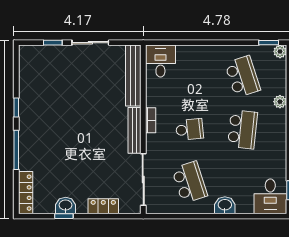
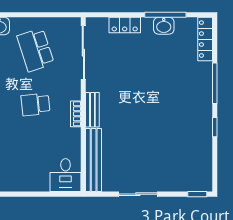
window: (53, 43) -> (197, 194), moved
bench: (134, 130) -> (92, 110), width x0.73
window: (64, 216) -> (165, 15), width x2.17

